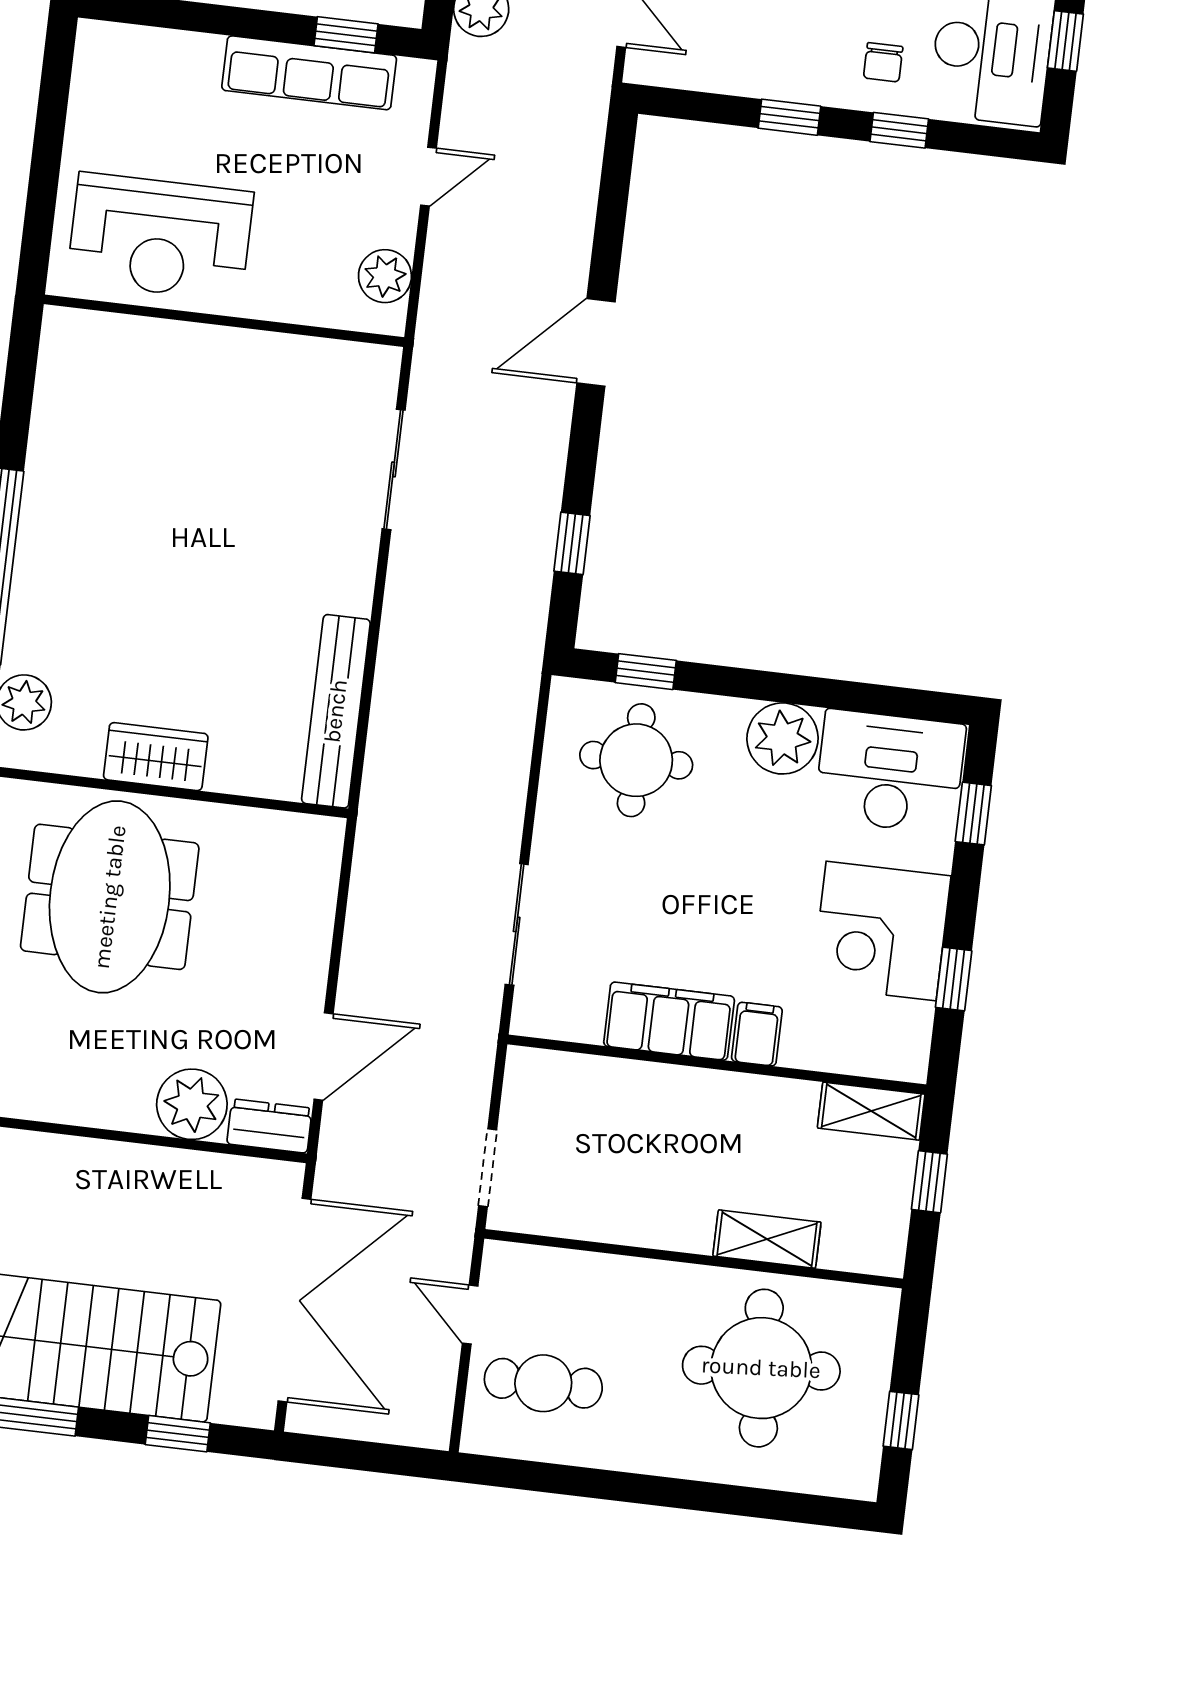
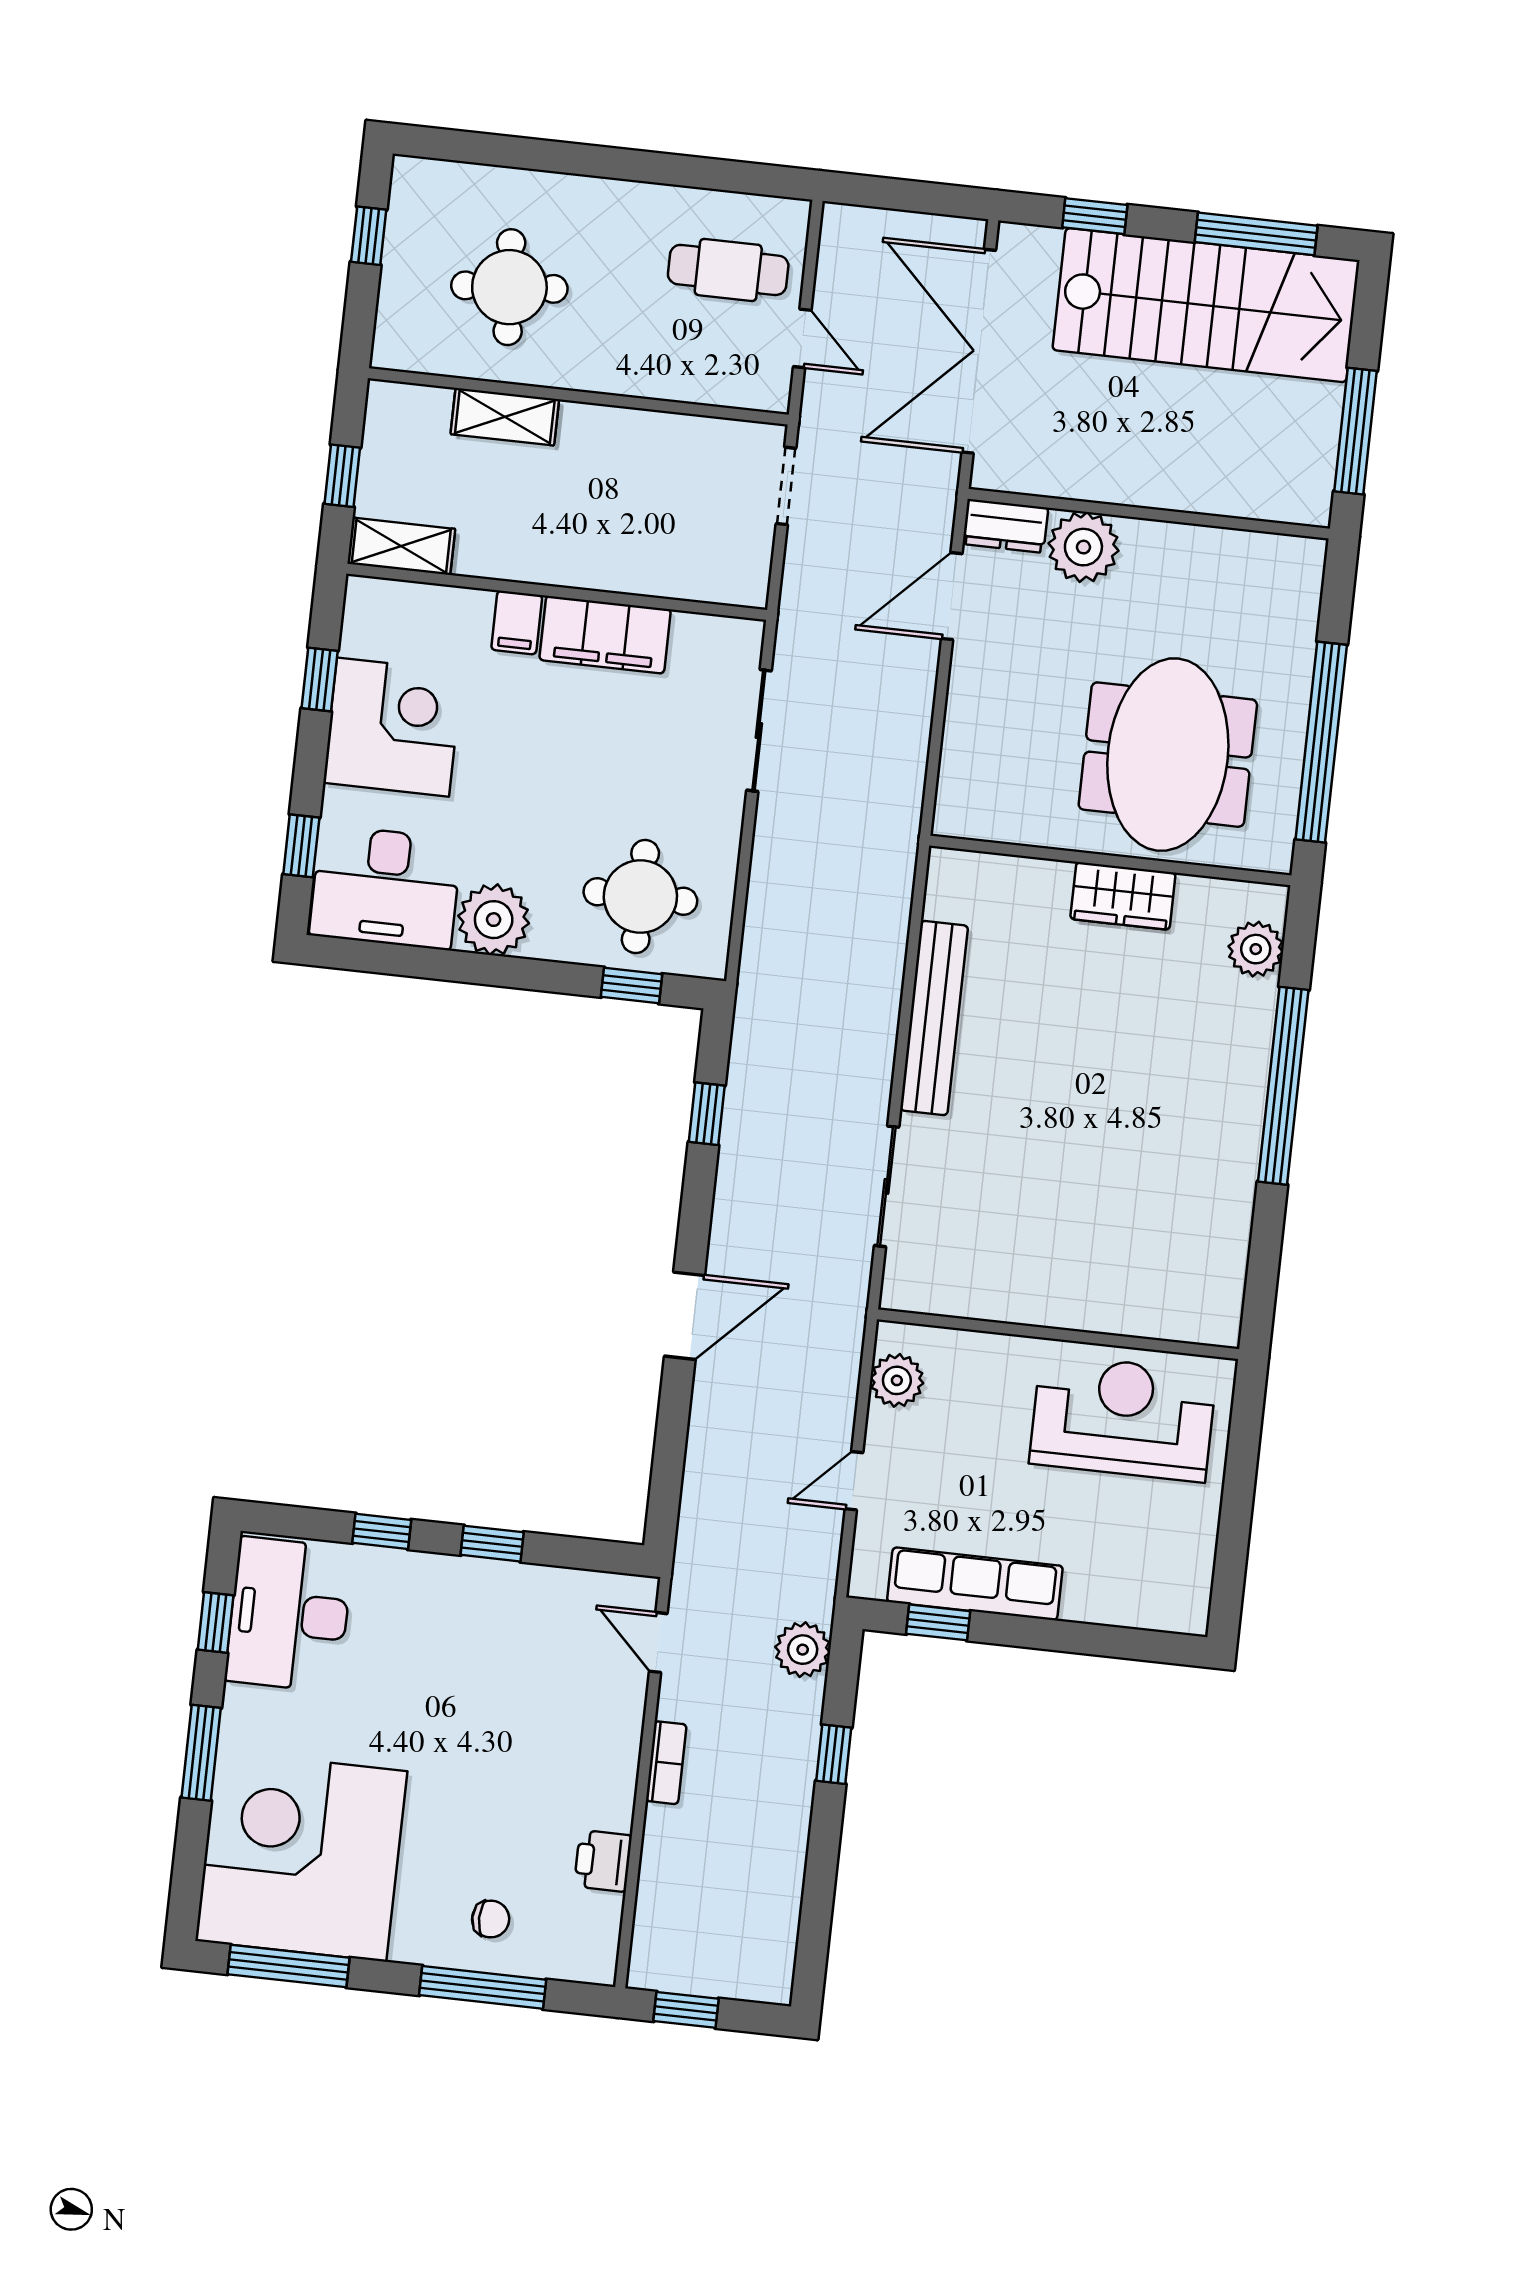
chair: (883, 62) -> (398, 1599), removed
bench: (336, 711) -> (934, 1018), moved
round table: (761, 1368) -> (509, 287), width x0.73, depth x0.73

